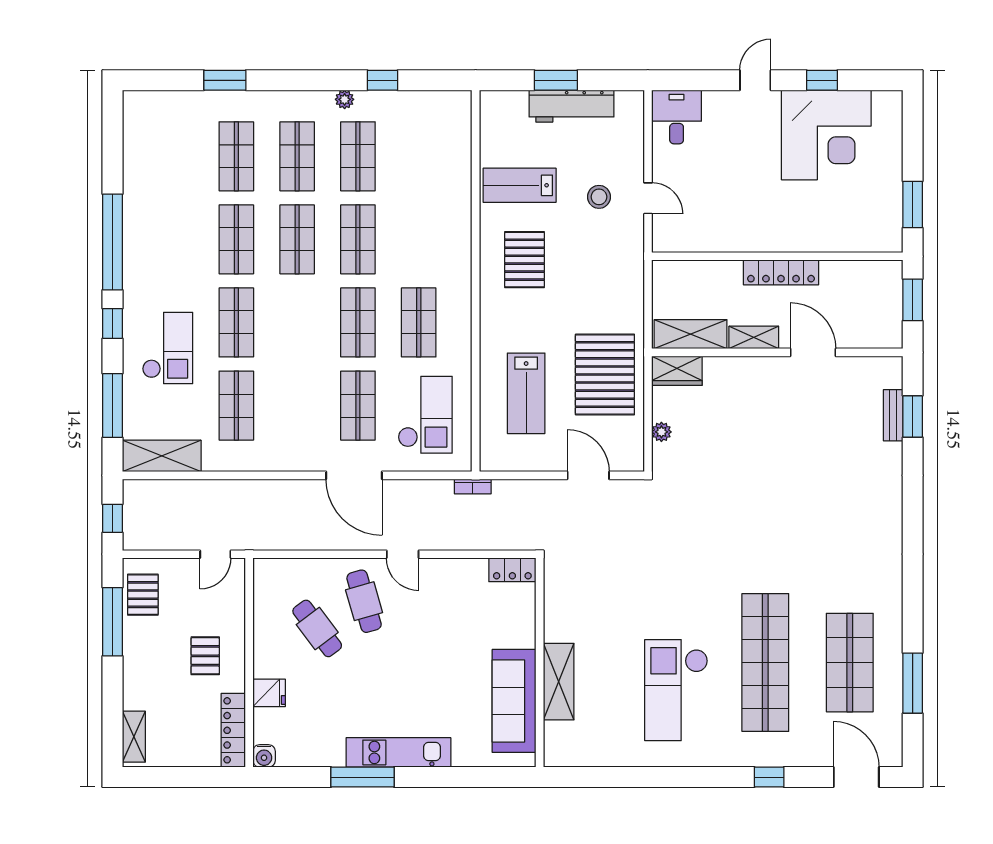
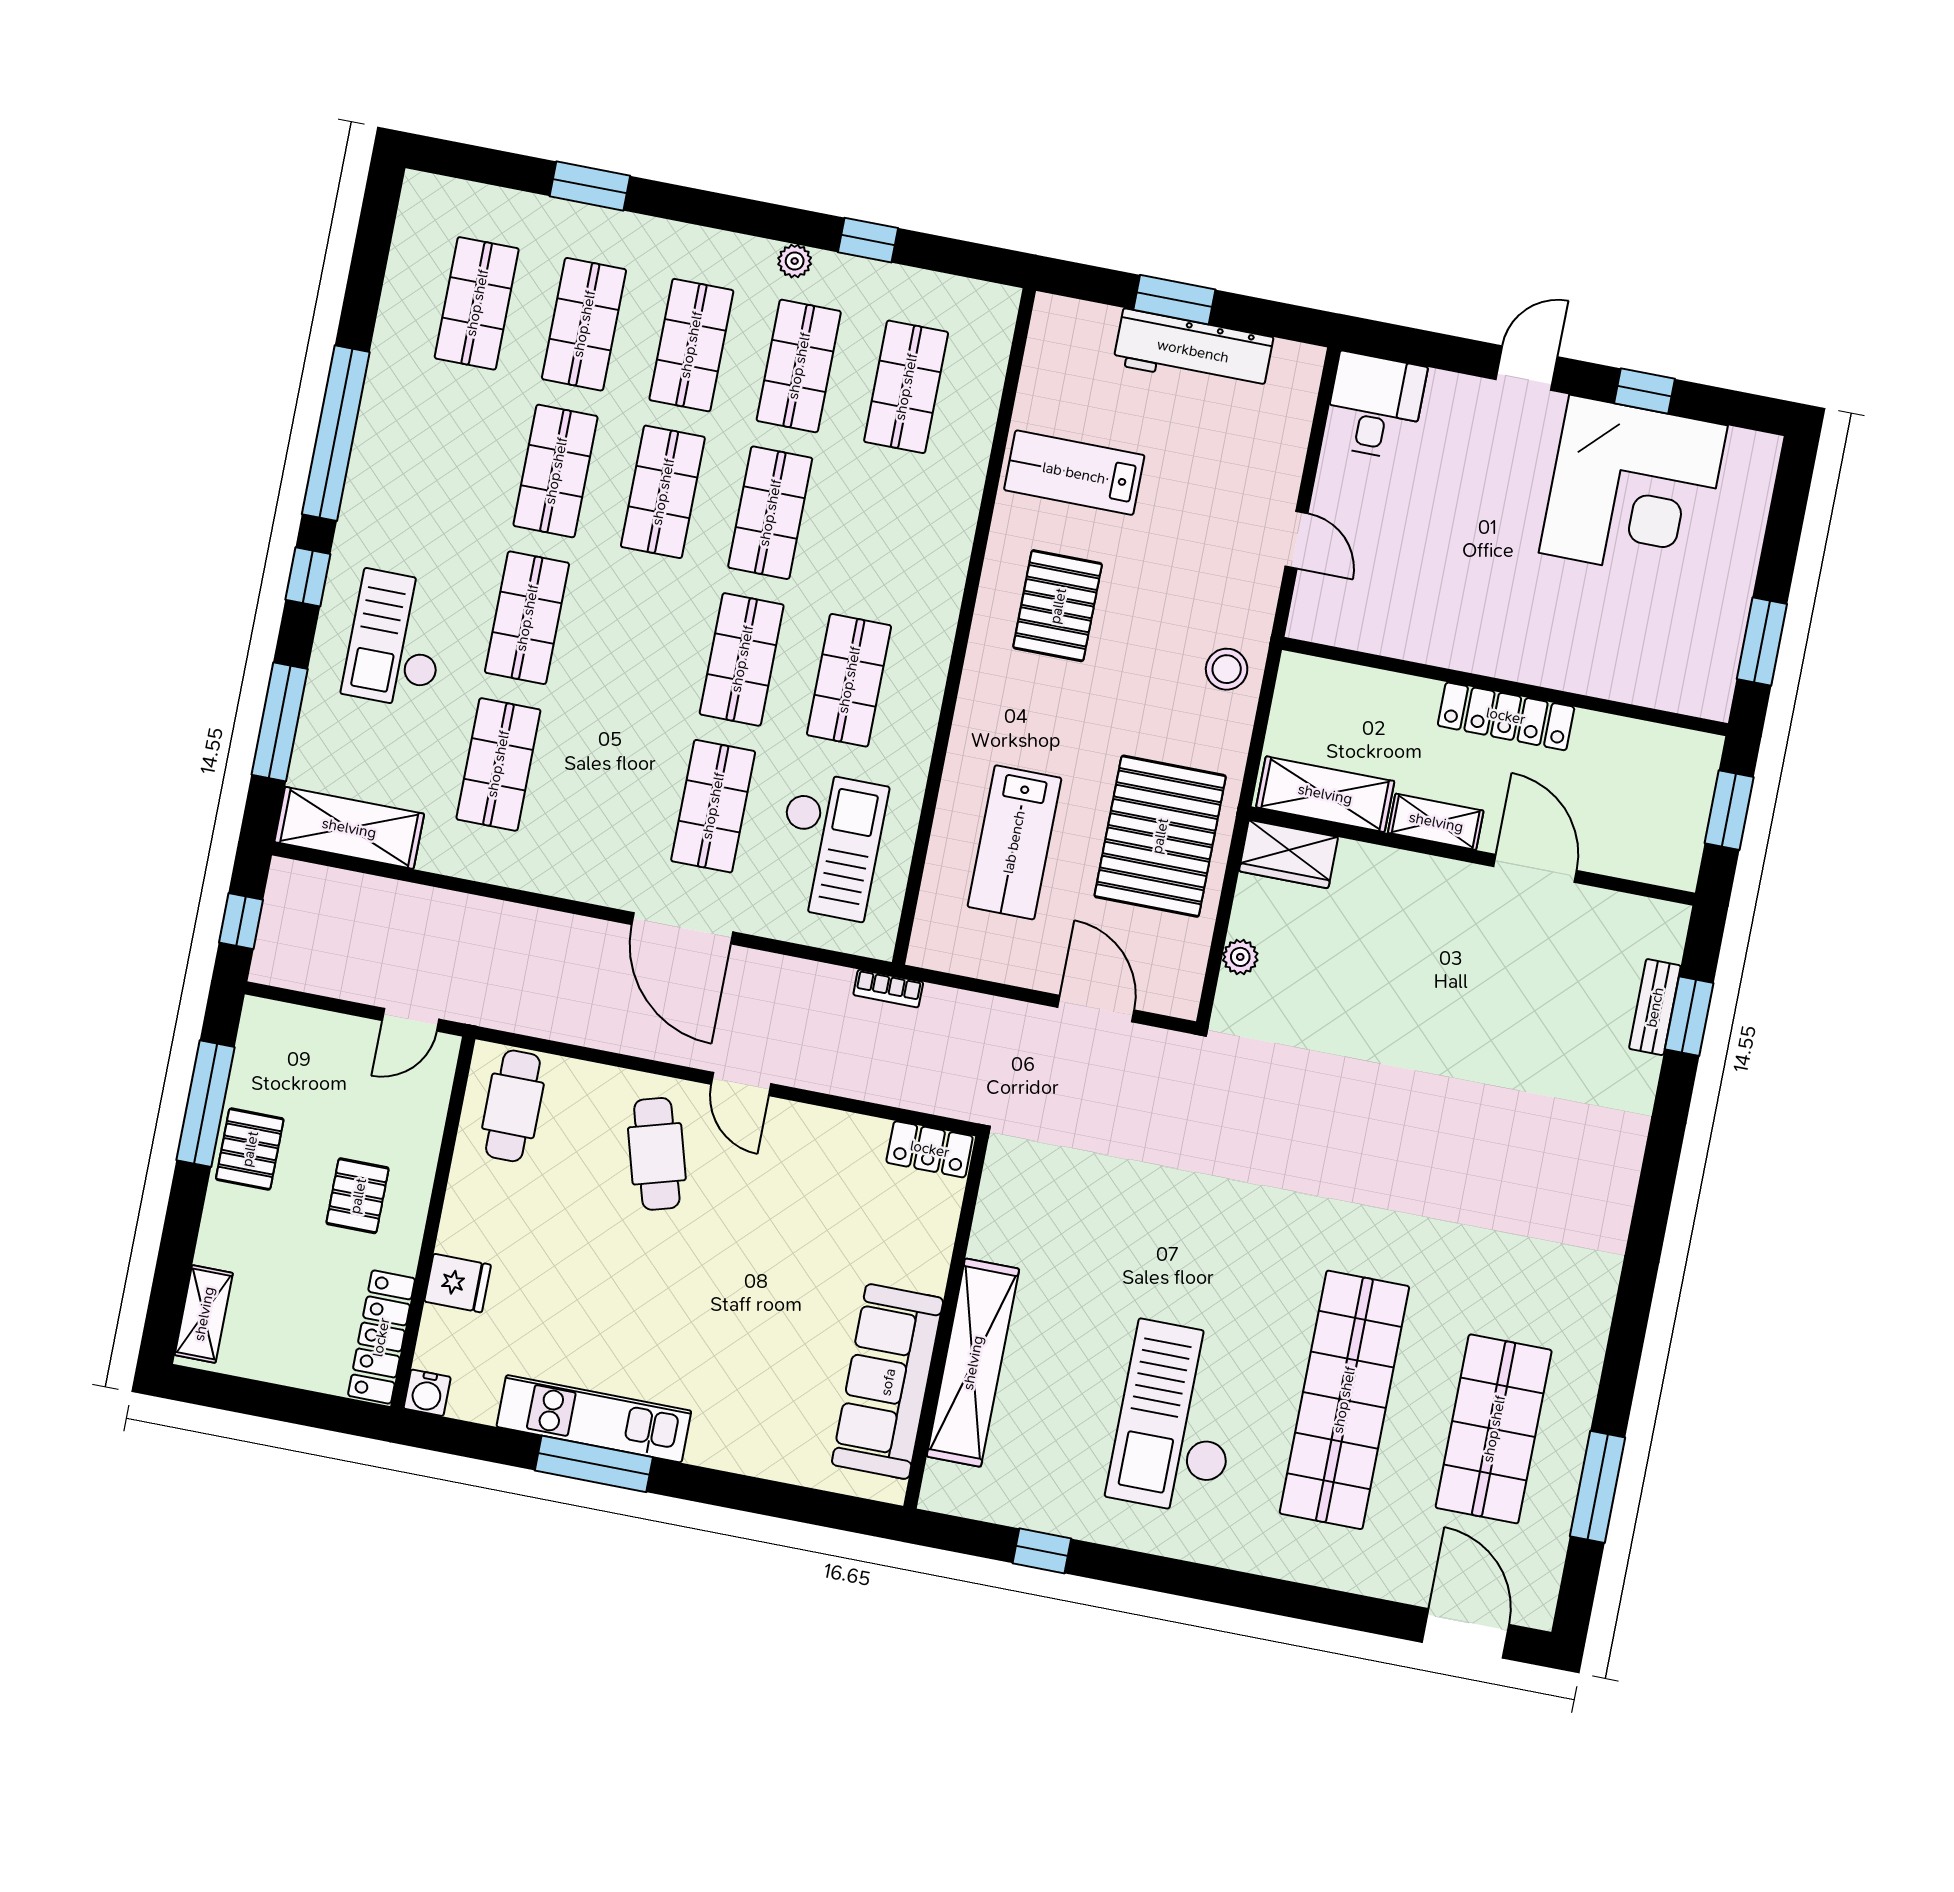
shop shelf: (176, 156) -> (477, 303), added
shop shelf: (419, 156) -> (906, 387), added
stool: (599, 197) -> (1227, 669), moved
checkout: (168, 348) -> (397, 639), turned 180
pallet: (143, 595) -> (250, 1149), moved
cafe table: (317, 628) -> (513, 1106), moved, turned 37
shelving: (559, 682) -> (973, 1363), width x1.47
kitchen unit: (398, 752) -> (594, 1419), moved
window: (769, 777) -> (1042, 1551), moved

